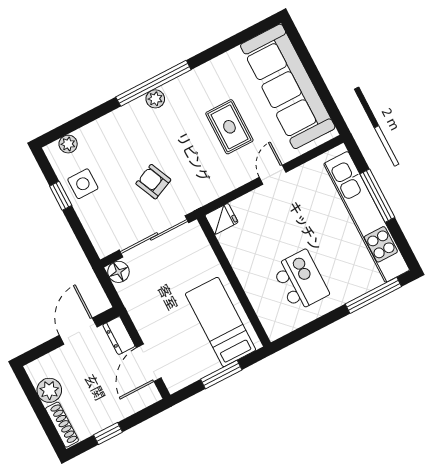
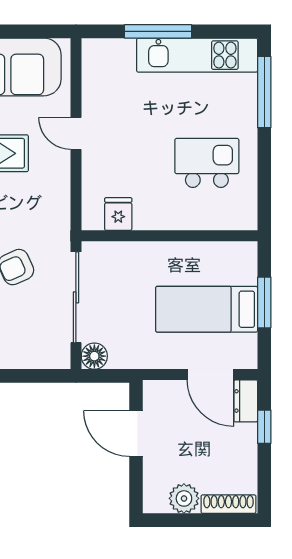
kitchen unit: (367, 217) -> (197, 55), width x0.73
fridge: (221, 219) -> (118, 214), moved
bed: (220, 322) -> (207, 309), moved
dresser: (119, 335) -> (246, 401), moved, turned 90
window: (108, 433) -> (264, 427), moved

